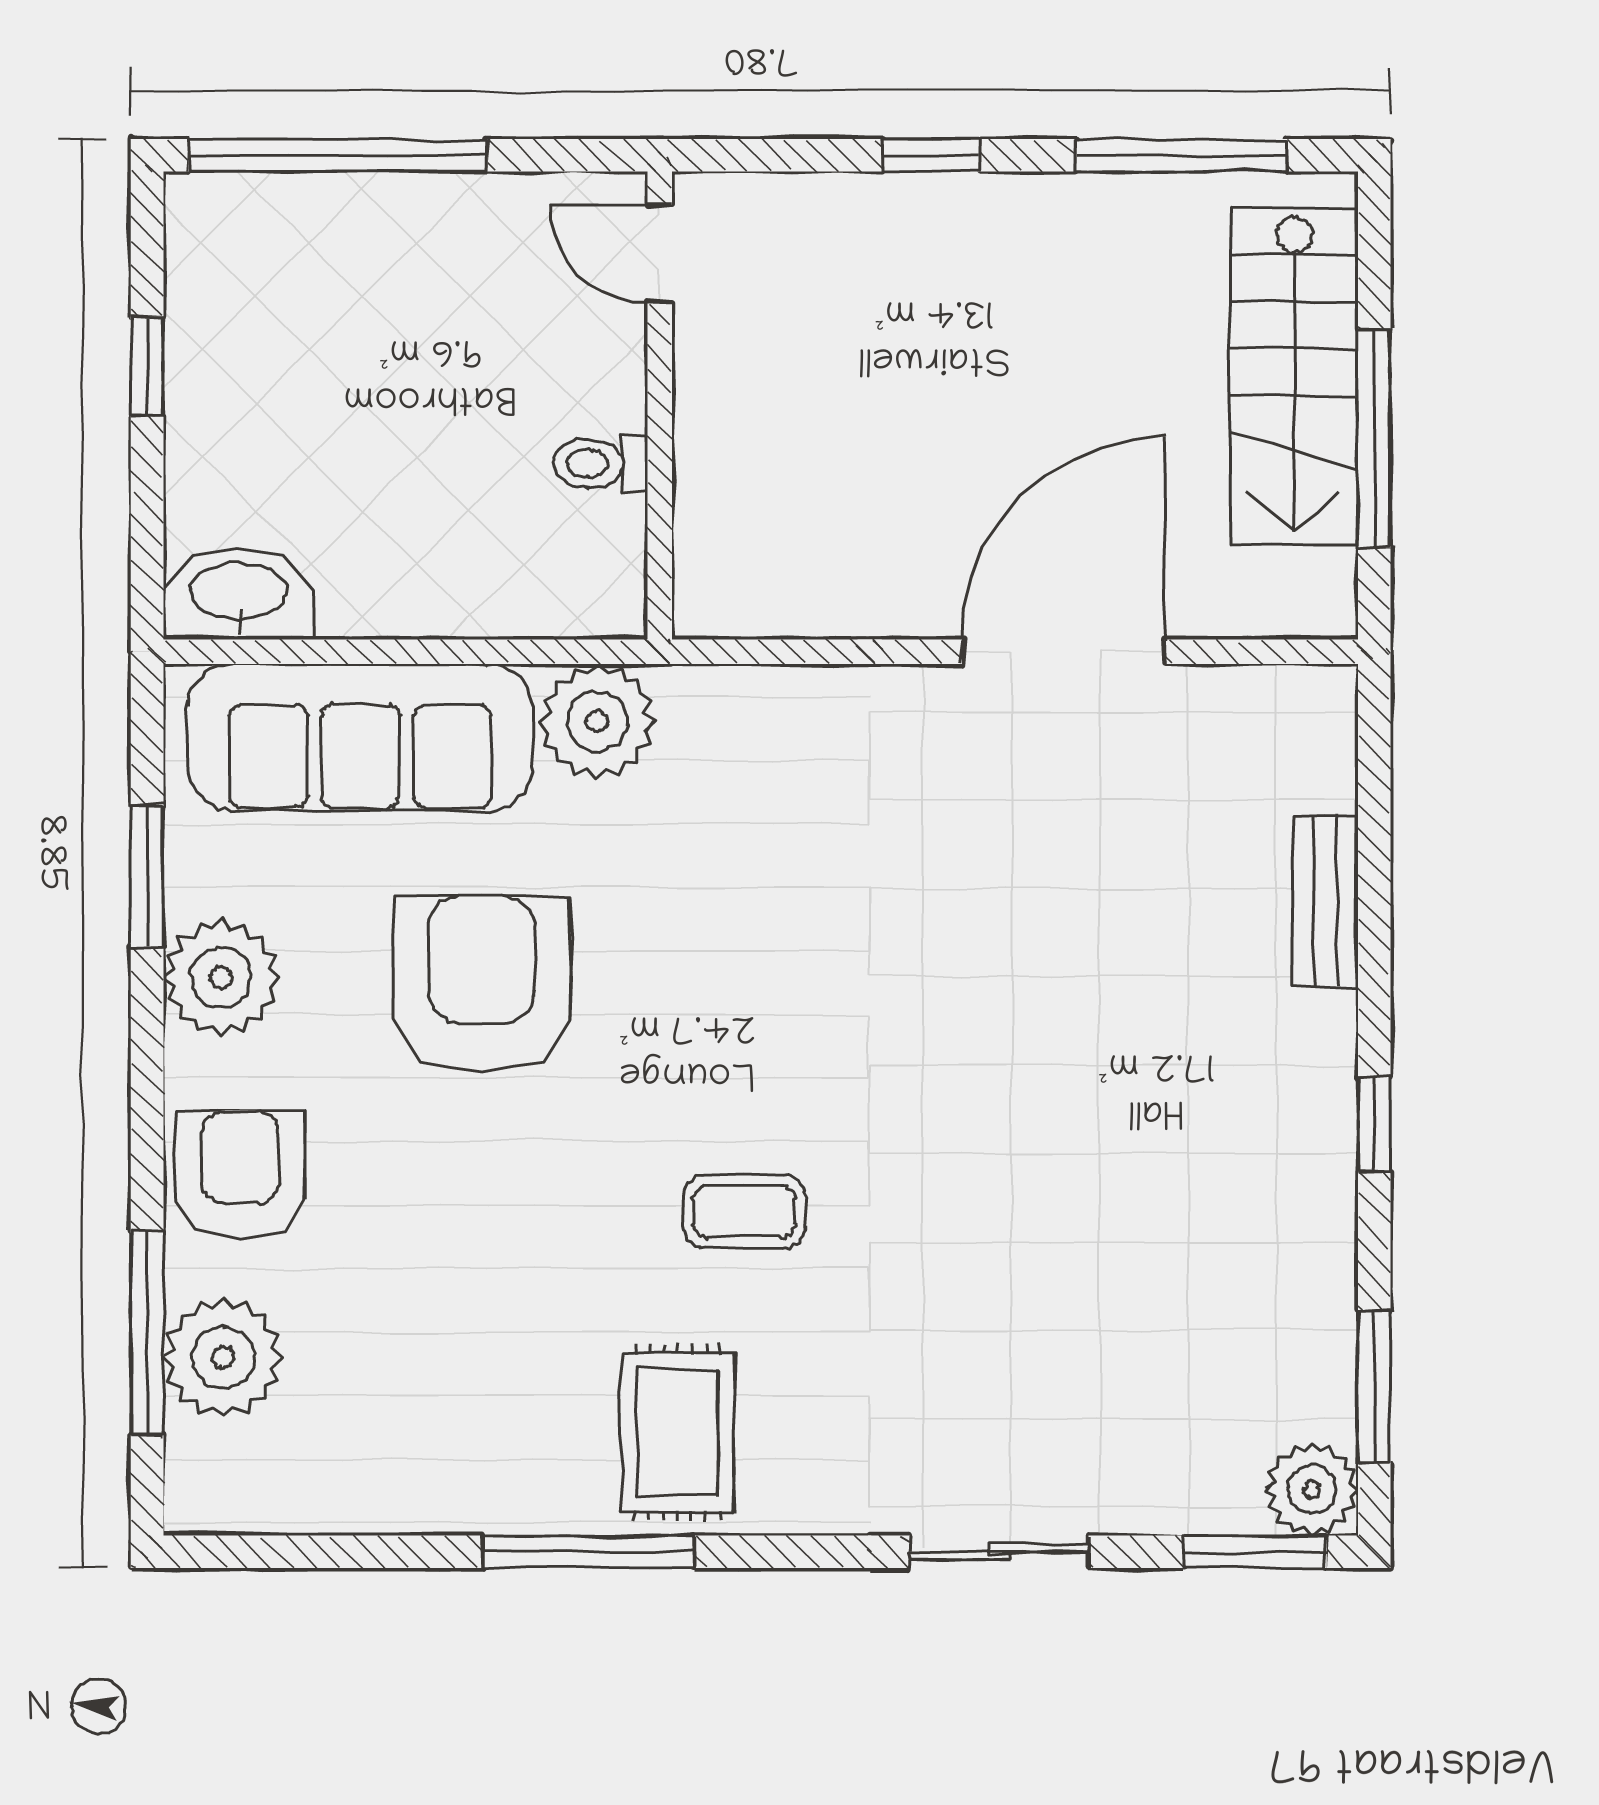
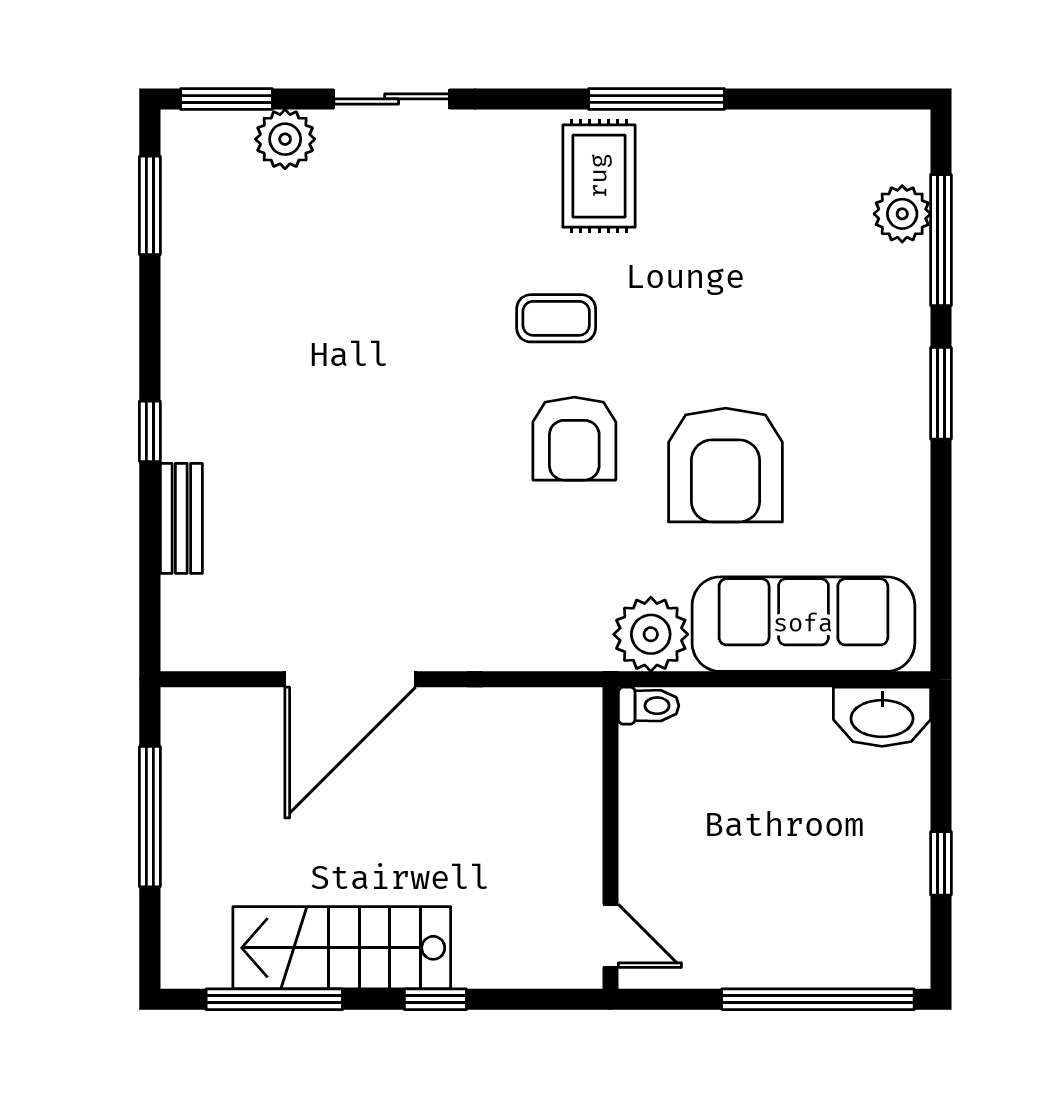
stairs: (1294, 376) -> (342, 948), moved, turned -90
toilet: (601, 463) -> (649, 706), moved
window: (147, 876) -> (941, 393), moved
plant: (221, 978) -> (893, 469), removed
window: (1374, 1124) -> (150, 431), moved
armchair: (240, 1175) -> (574, 439), moved
plant: (223, 1358) -> (902, 214), width x0.73, depth x0.73
plant: (1312, 1490) -> (285, 139), moved

